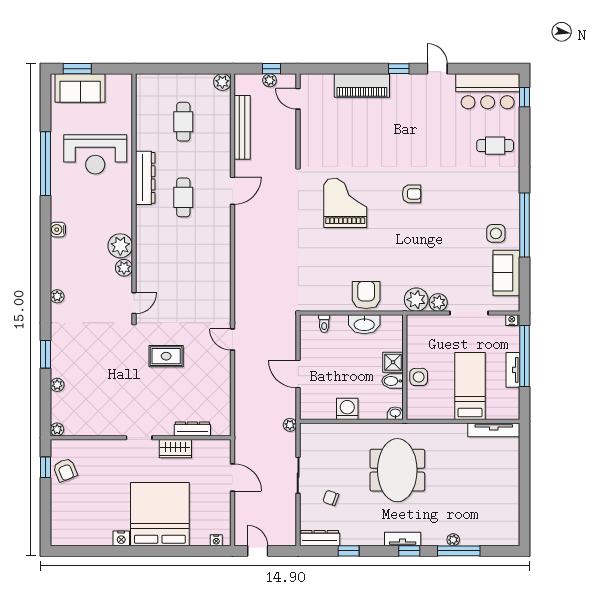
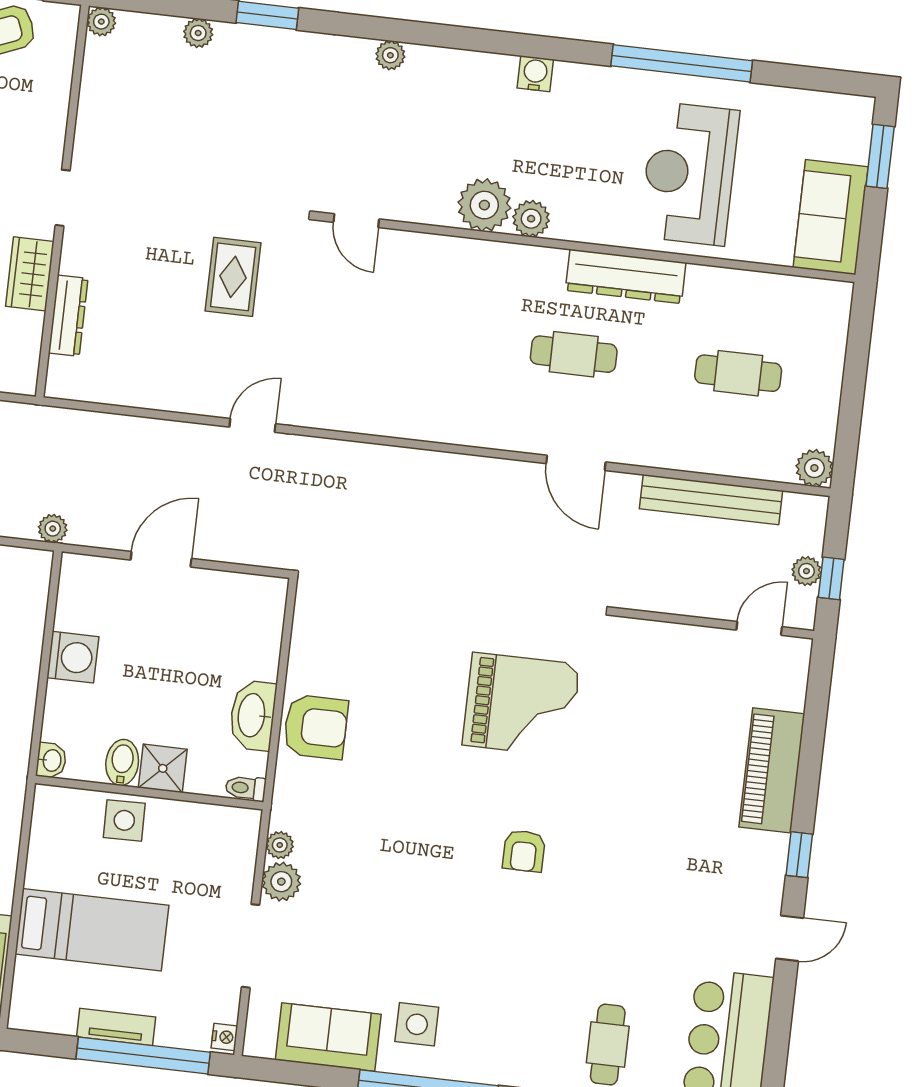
sofa: (80, 88) -> (831, 217), moved
plant: (124, 268) -> (531, 219), moved
plant: (416, 300) -> (280, 845), width x0.53, depth x0.53
toilet: (324, 324) -> (246, 788), moved

